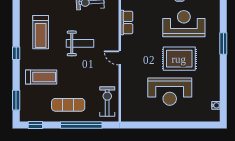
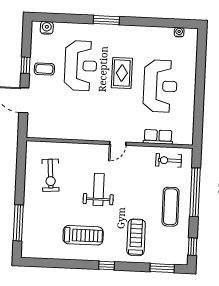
row of seats: (127, 23) -> (158, 137), moved
reception desk: (184, 24) -> (81, 66), turned 180
rug: (179, 59) -> (122, 73), width x0.73, depth x0.70
exercise bike: (107, 101) -> (169, 160), width x0.73, depth x0.72

